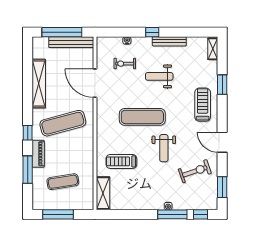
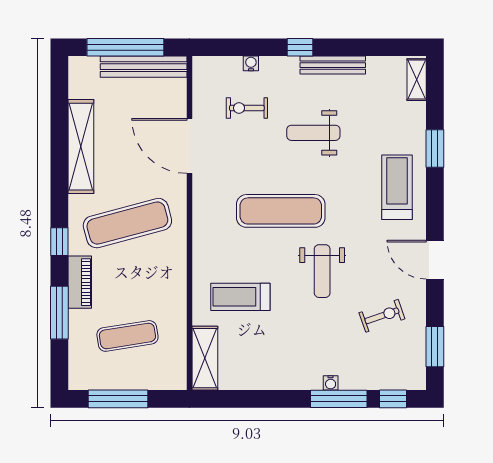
exercise bike: (195, 171) -> (382, 316), width x0.73, depth x0.72

